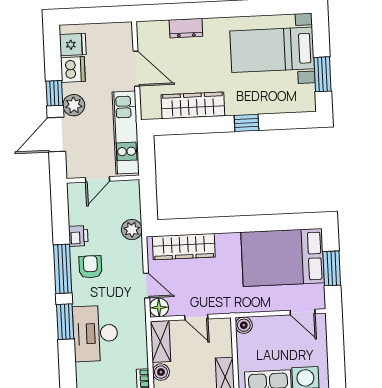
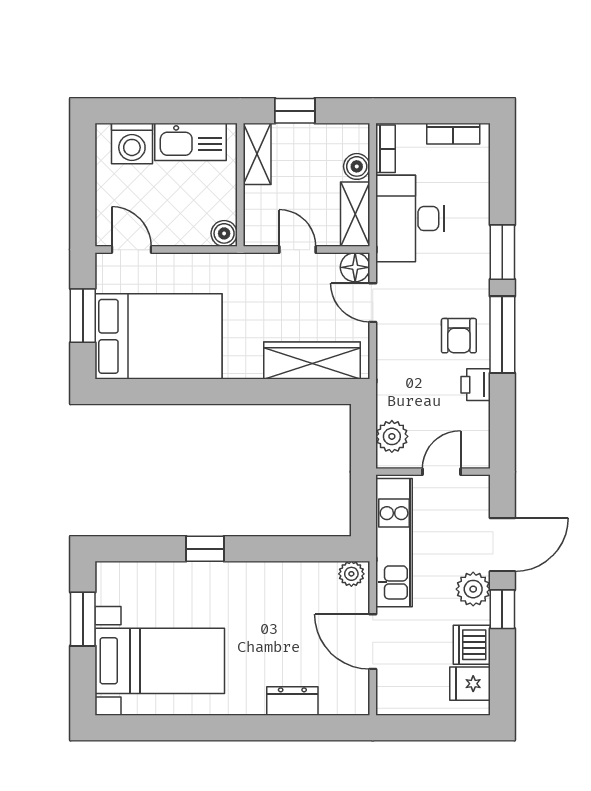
wardrobe: (193, 105) -> (287, 580), removed
plant: (152, 111) -> (351, 574), added
plant: (132, 230) -> (392, 436), moved
desk: (95, 333) -> (410, 219), moved, turned 180

